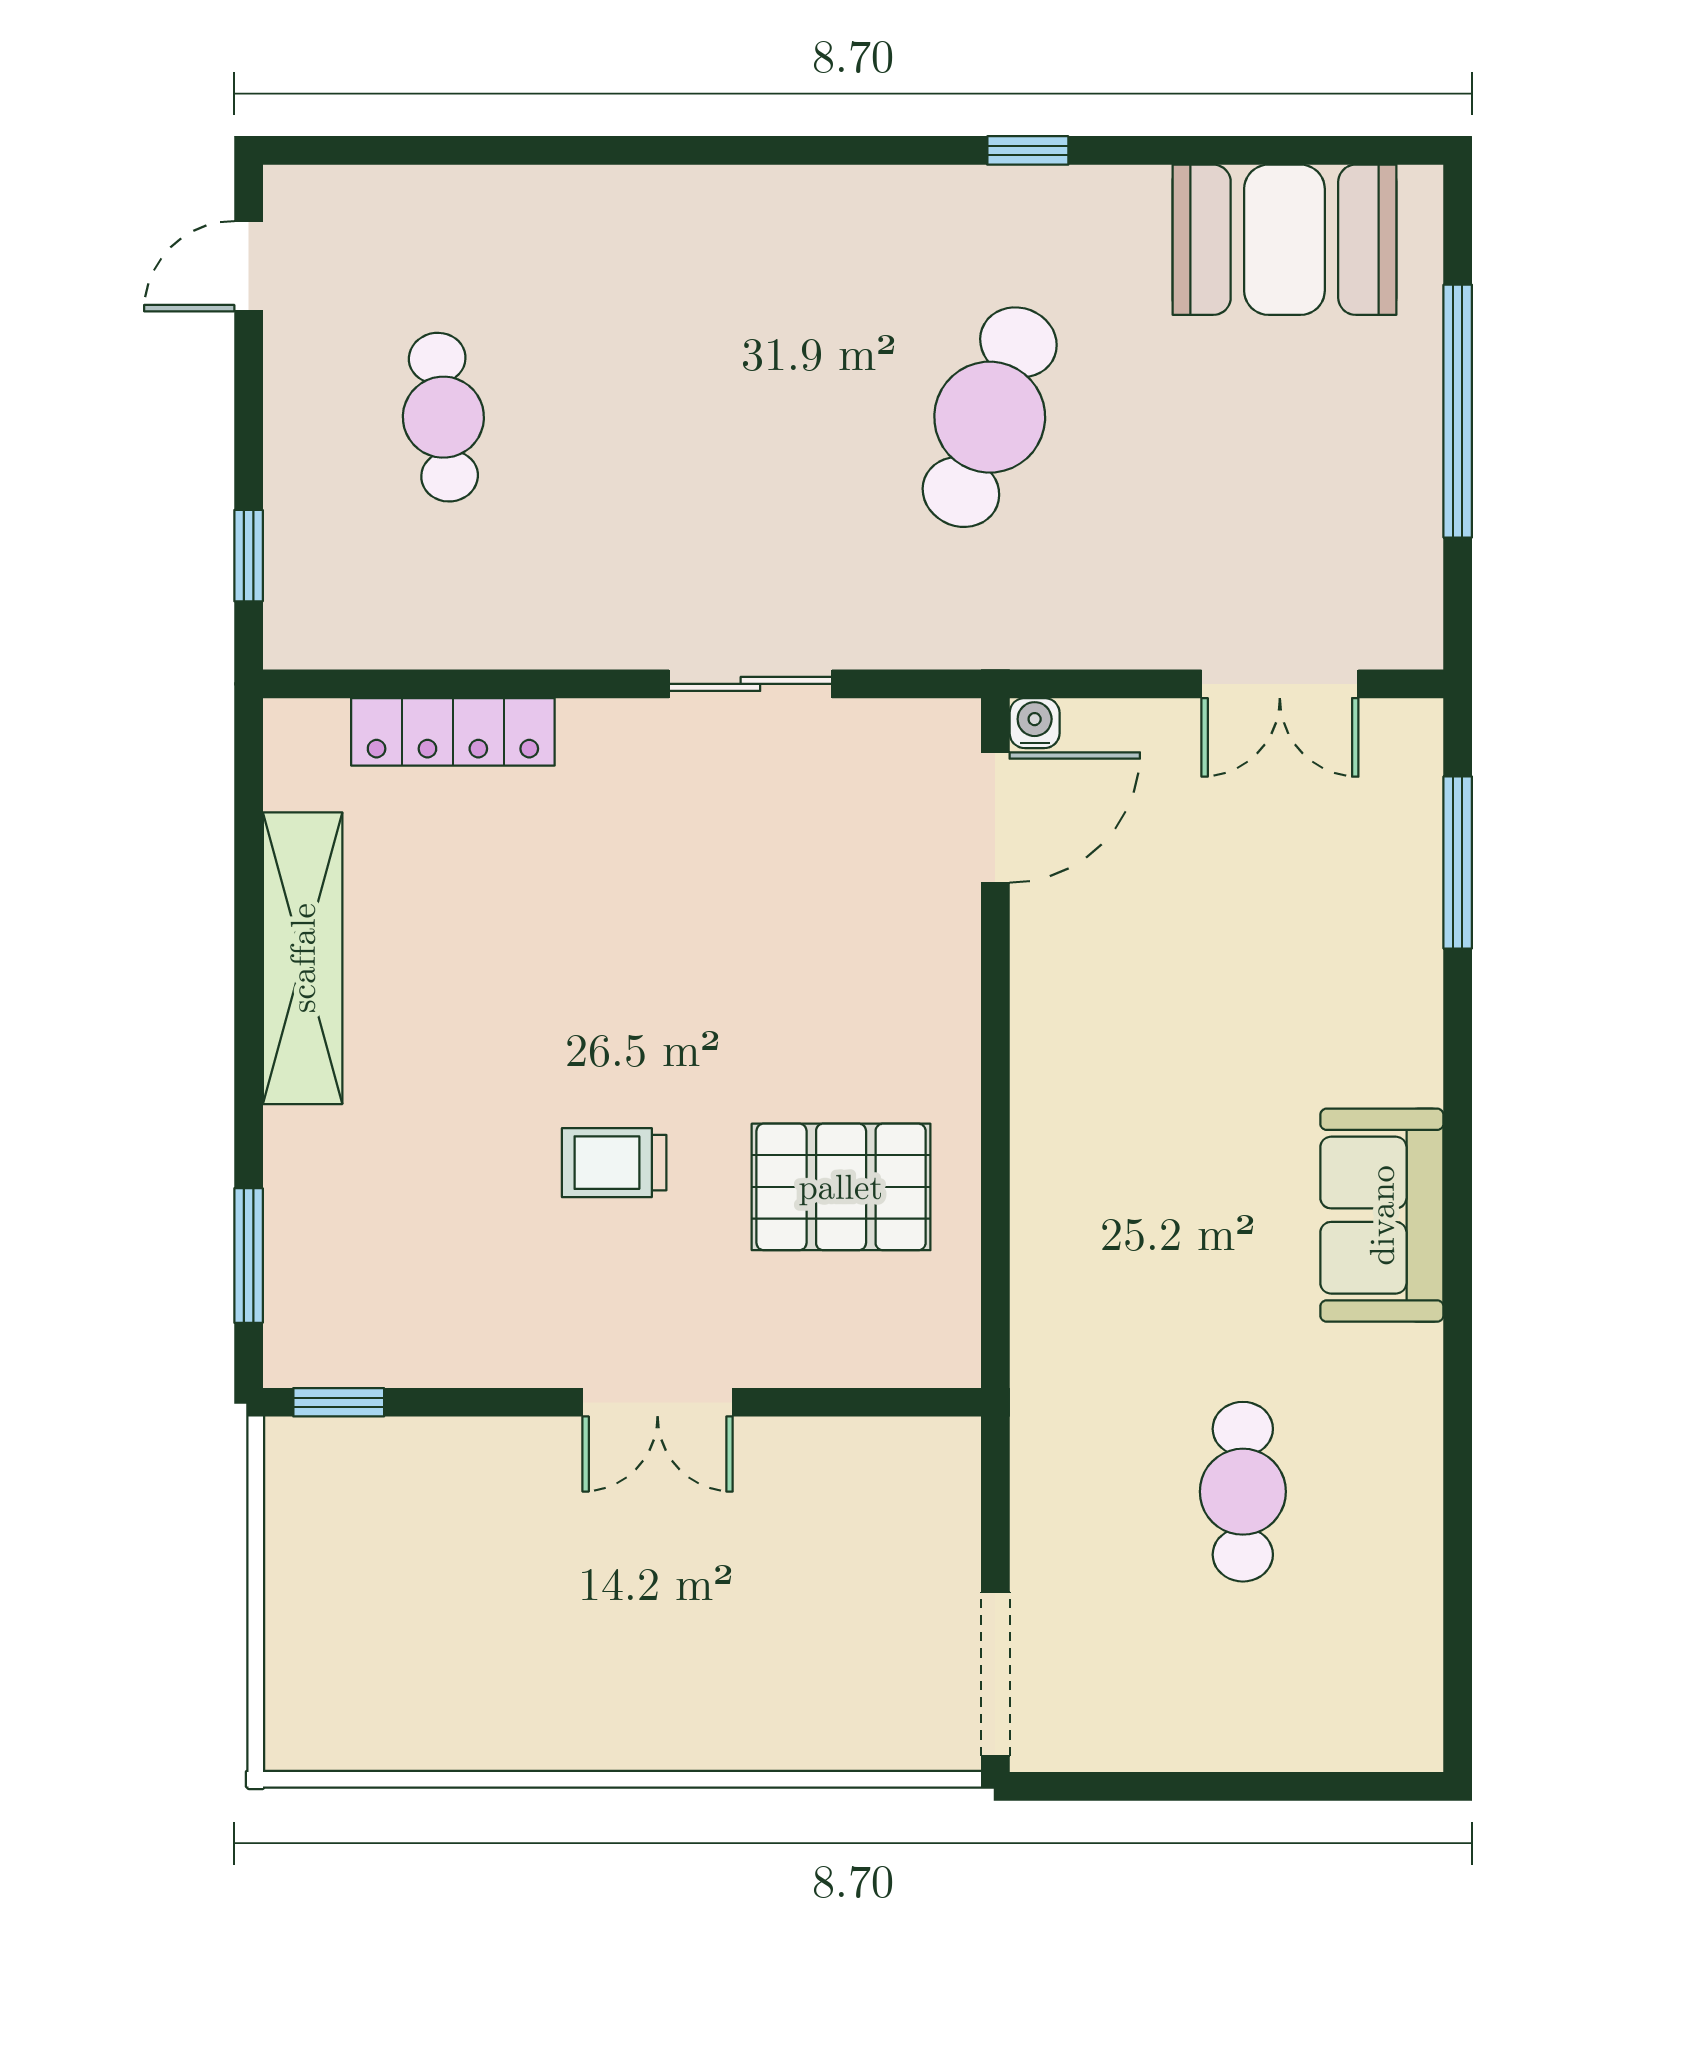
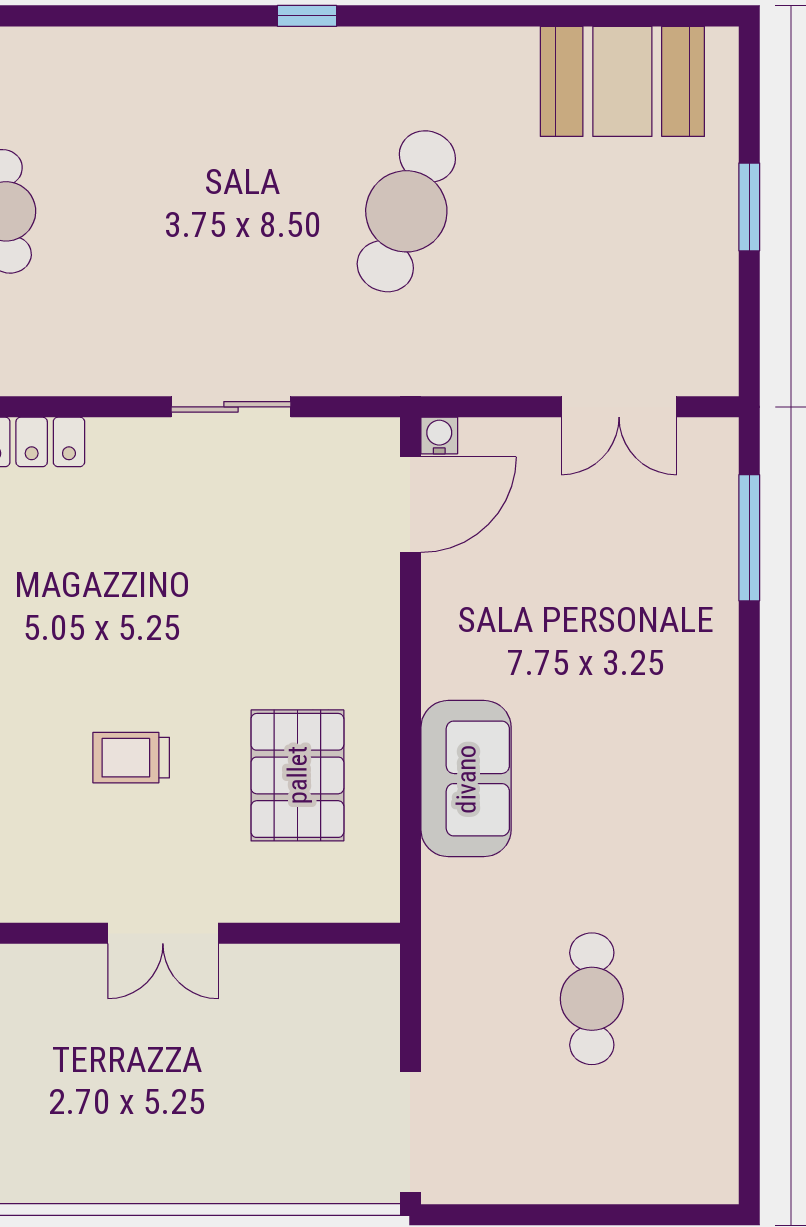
window: (1028, 150) -> (307, 16), moved
window: (1458, 411) -> (749, 207), width x0.47
pallet: (841, 1187) -> (297, 775), turned 90
sofa: (1382, 1215) -> (466, 779), moved, turned 180

